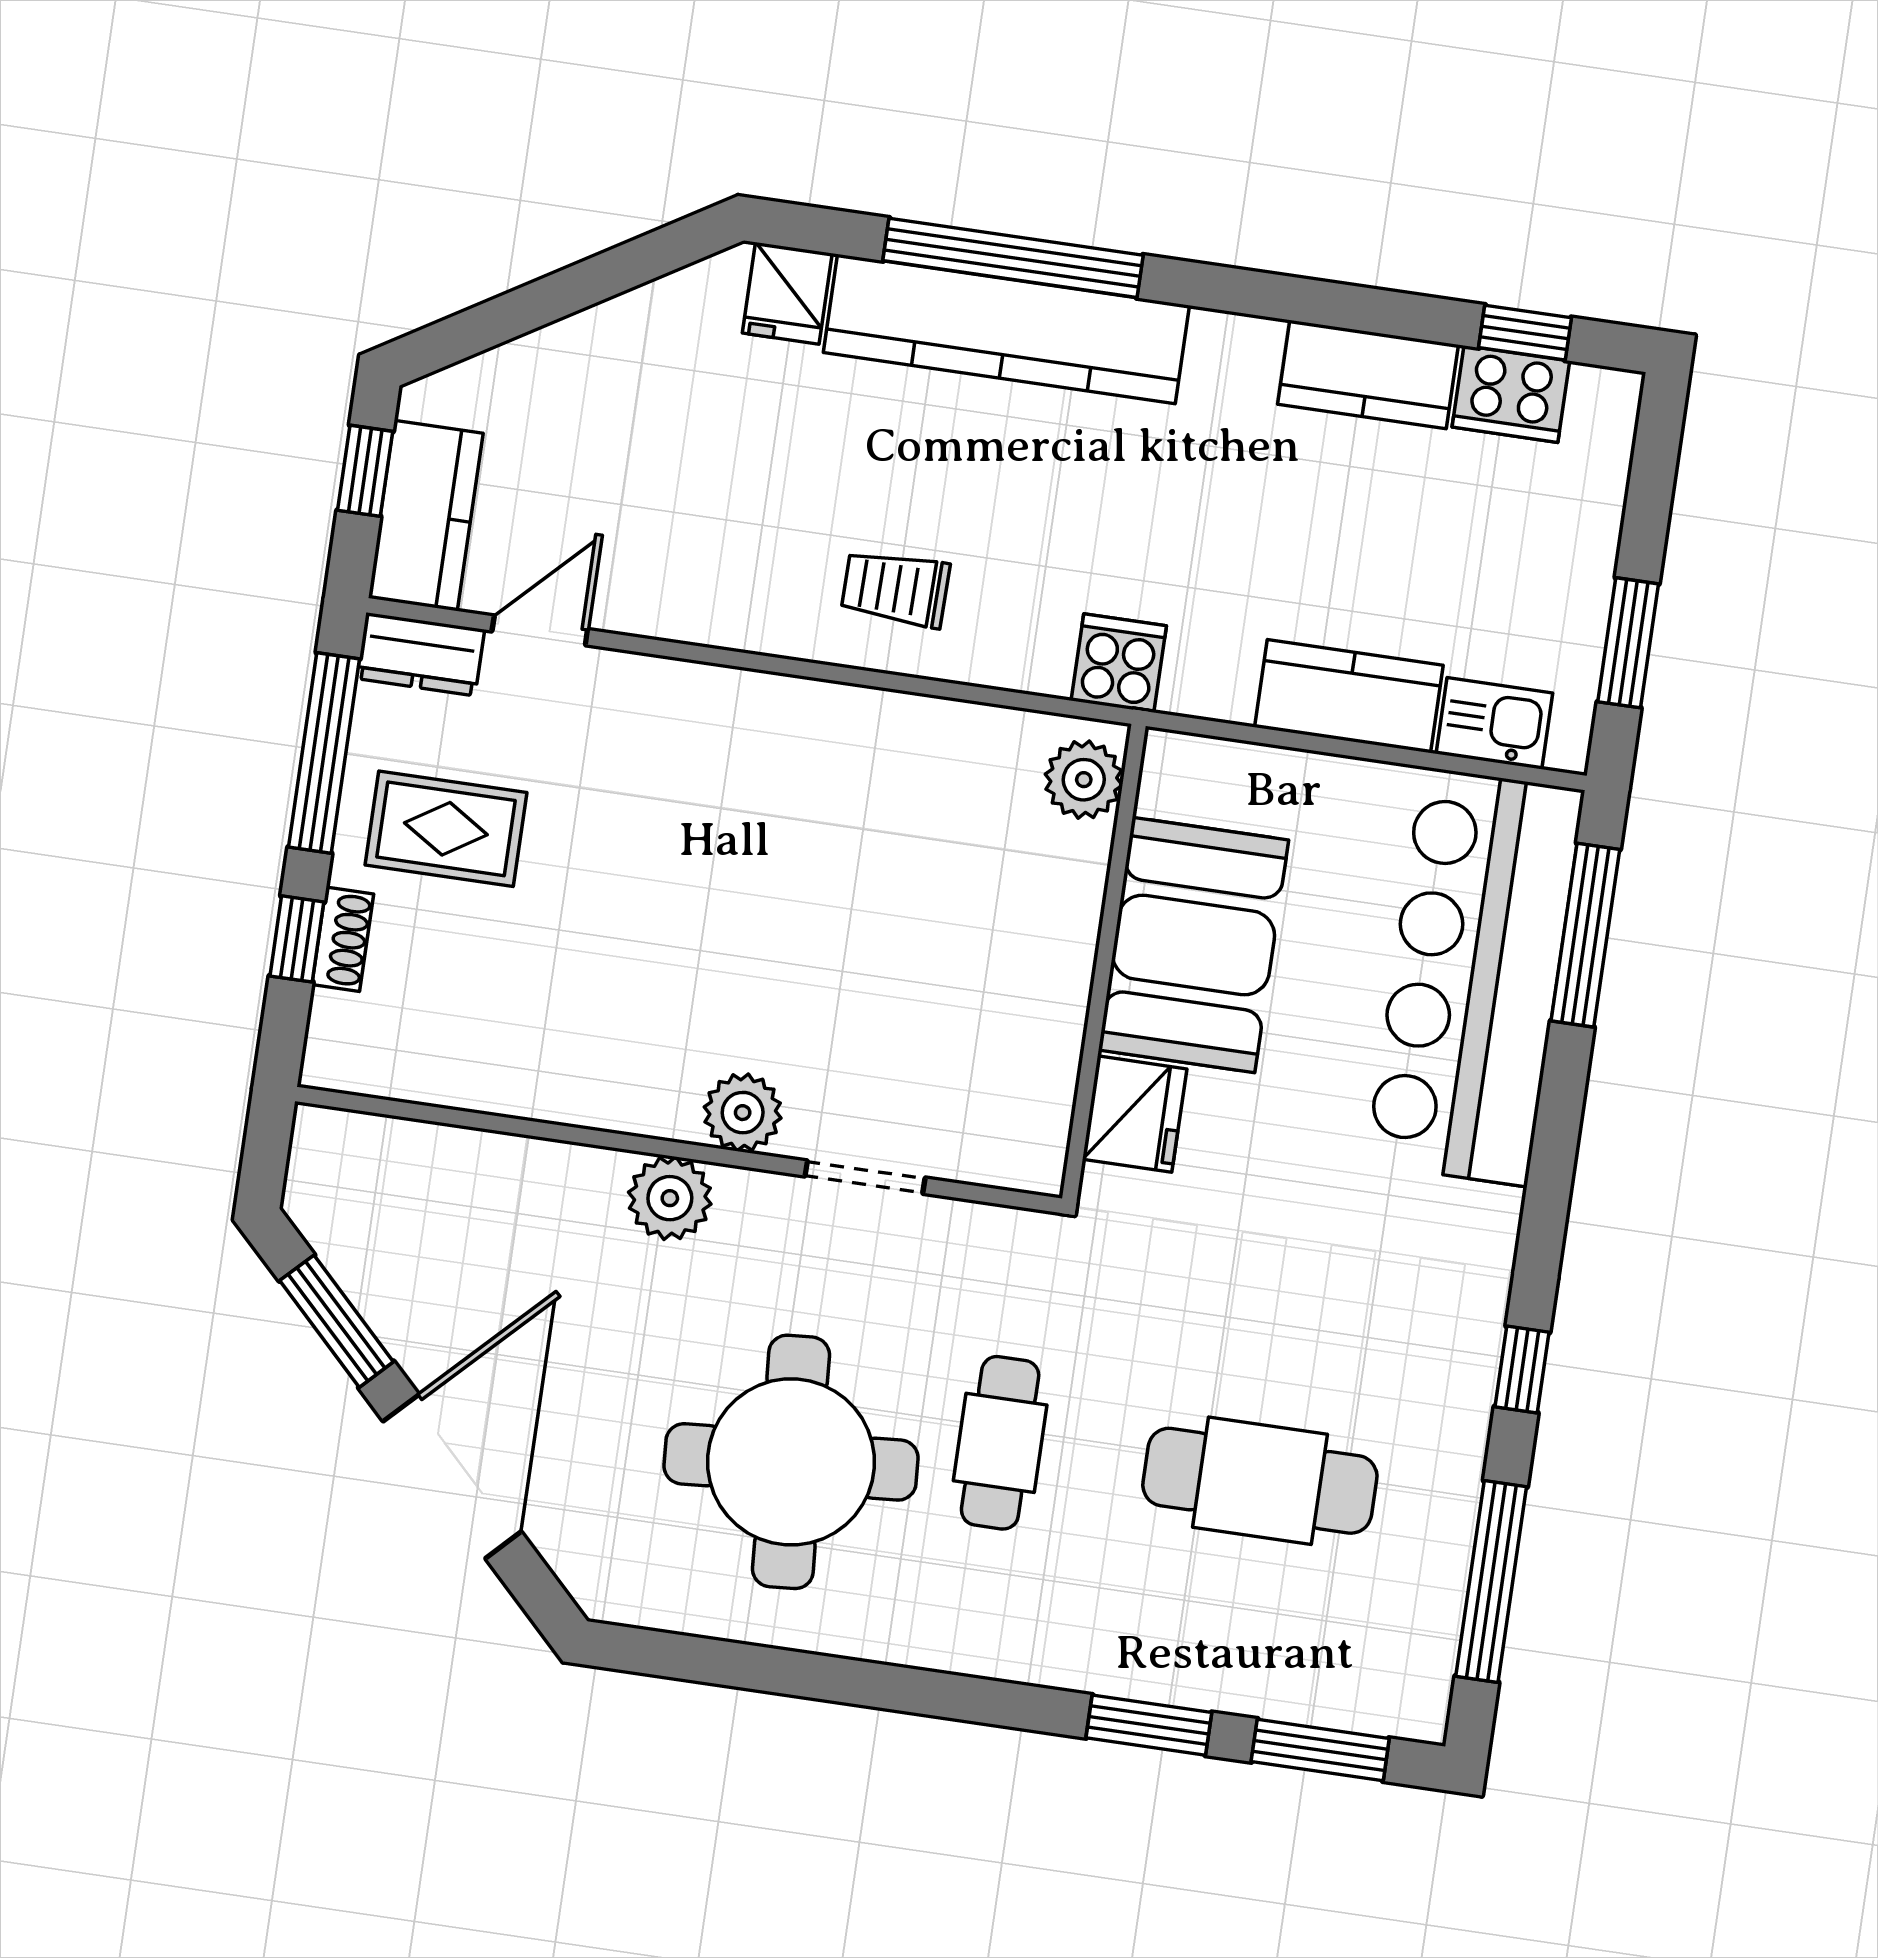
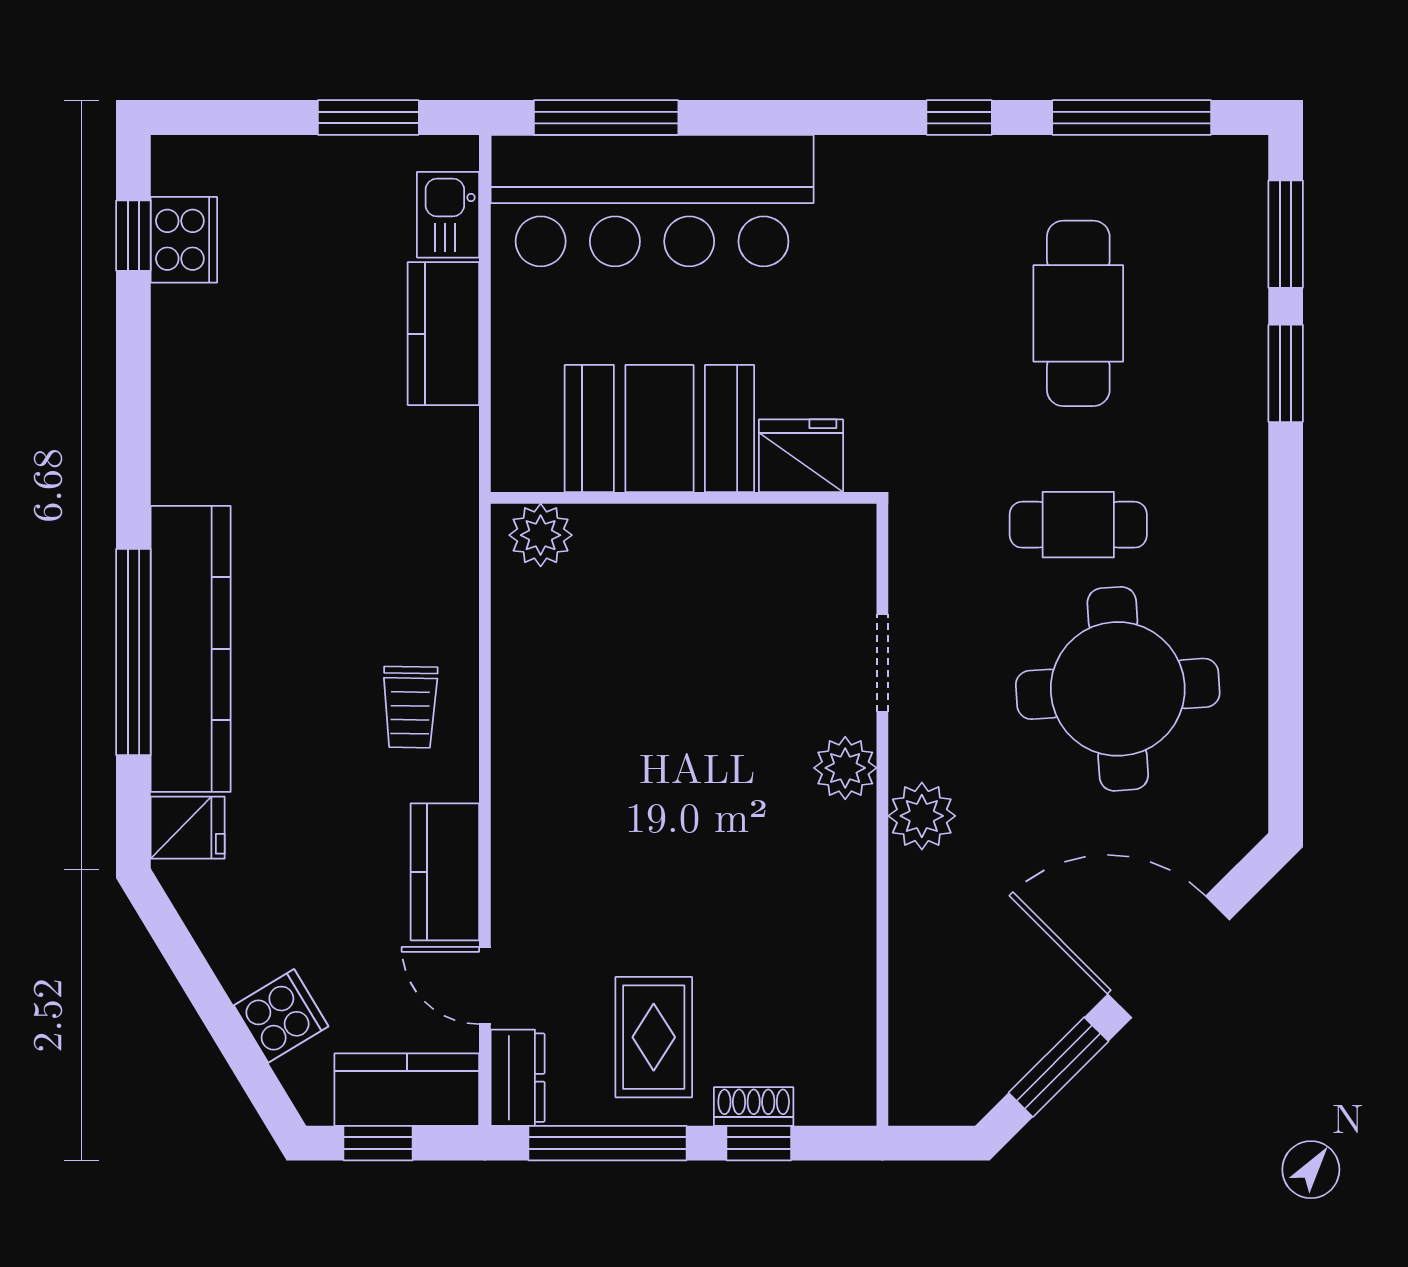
kitchen counter: (1368, 374) -> (445, 872), moved, turned 180
cooker: (1119, 663) -> (281, 1016), moved, turned 149

